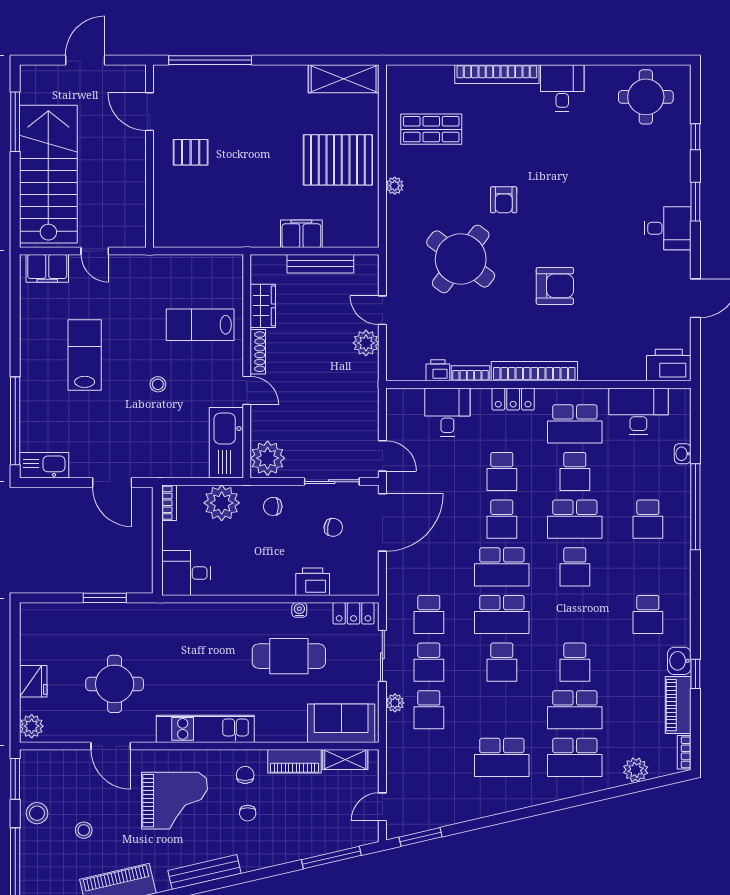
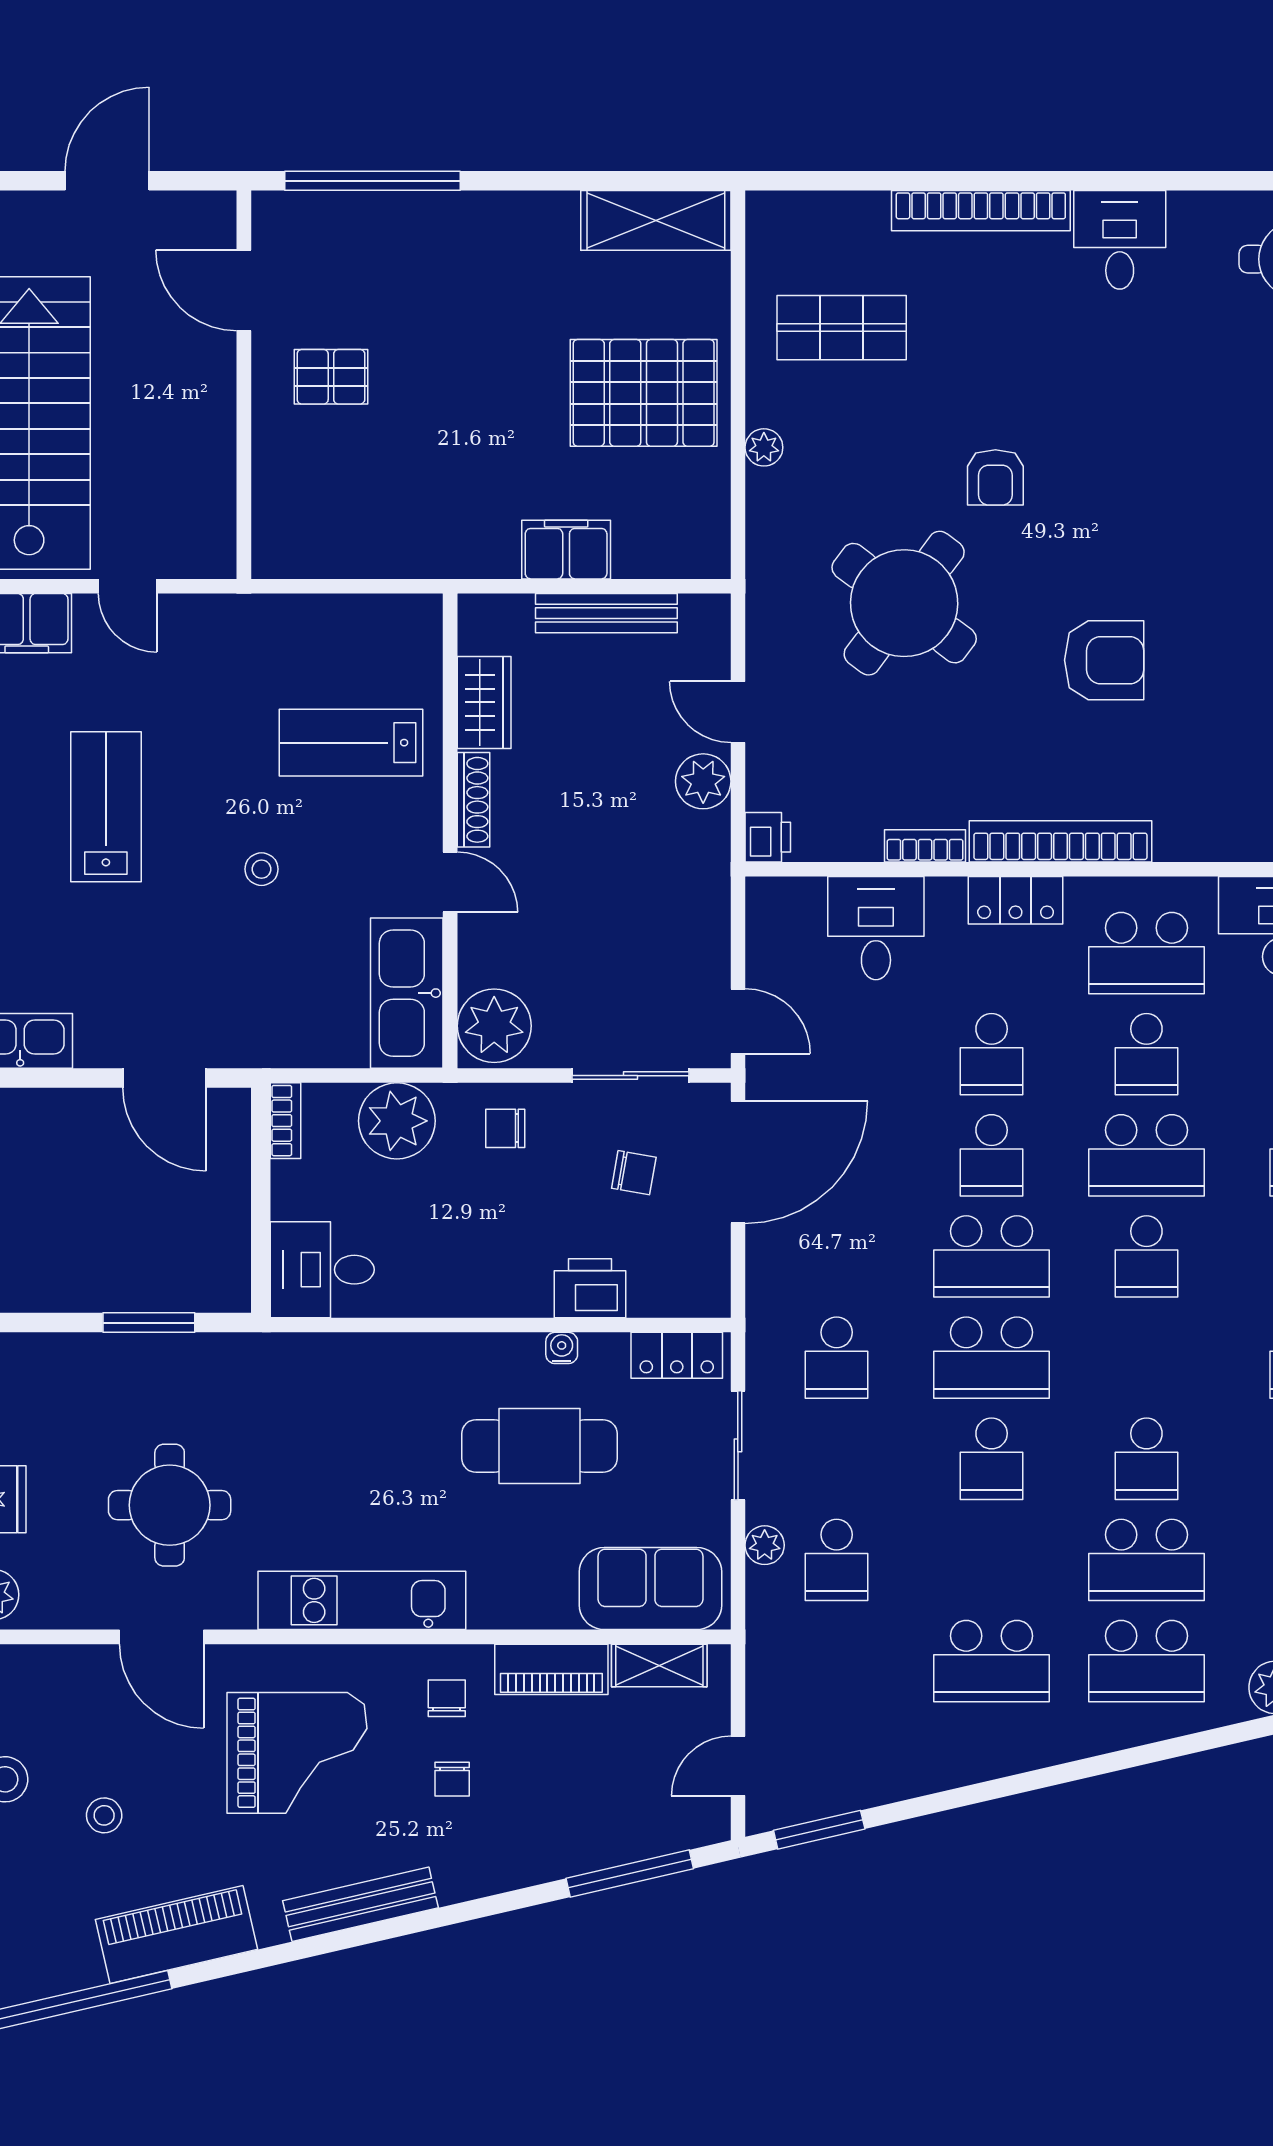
printer: (438, 370) -> (768, 837), moved, turned 90
school desk: (429, 662) -> (837, 1459), removed

